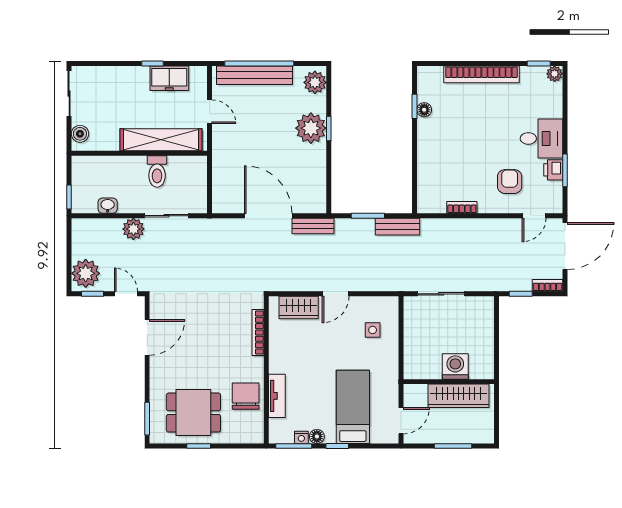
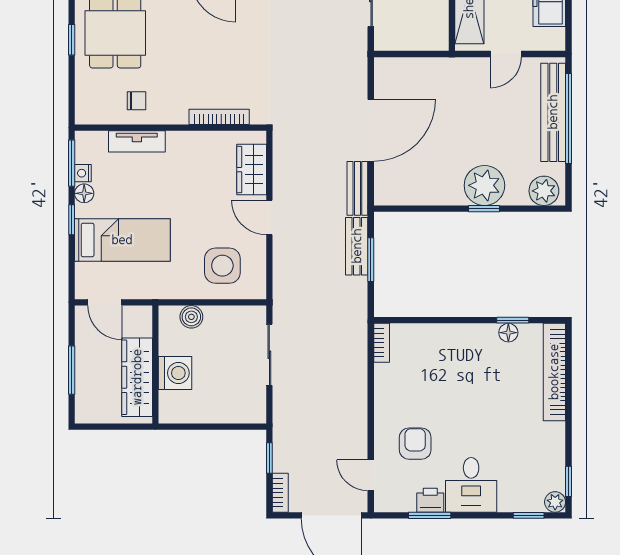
bookcase: (481, 74) -> (554, 372), moved
window: (565, 94) -> (529, 515), added
armchair: (510, 182) -> (415, 444), turned -90
bookcase: (462, 207) -> (382, 343), moved
bench: (398, 227) -> (357, 246), moved
side table: (373, 330) -> (222, 266), width x1.87, depth x1.87
boiler: (412, 354) -> (191, 317), added
chair: (246, 396) -> (137, 101), width x0.54, depth x0.54

